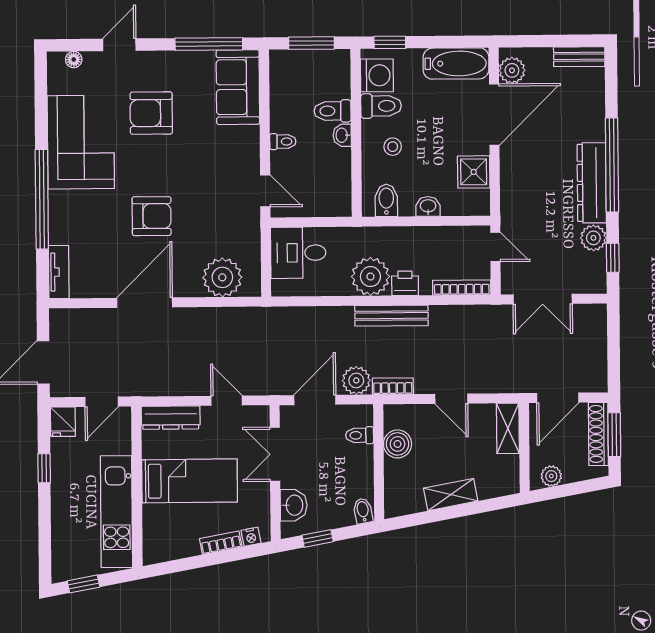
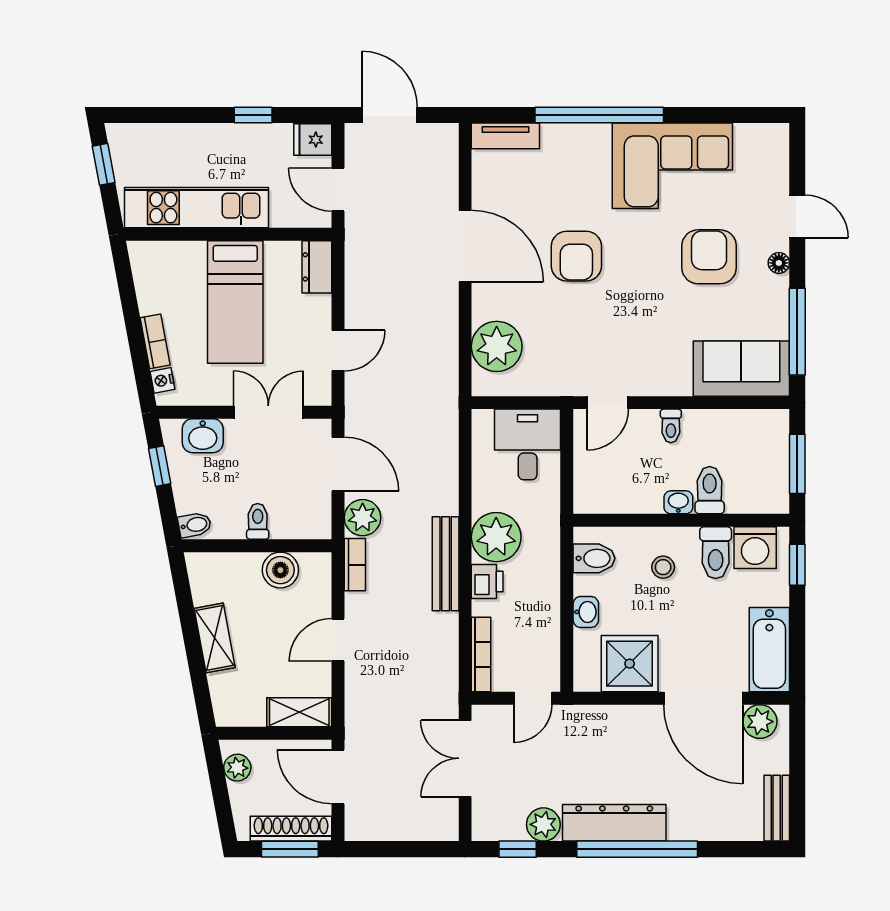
floor lamp: (74, 60) -> (779, 263), moved
shower: (474, 172) -> (630, 664), width x1.36, depth x1.36
dresser: (171, 418) -> (317, 267), width x0.70
toilet: (360, 435) -> (258, 521), moved

